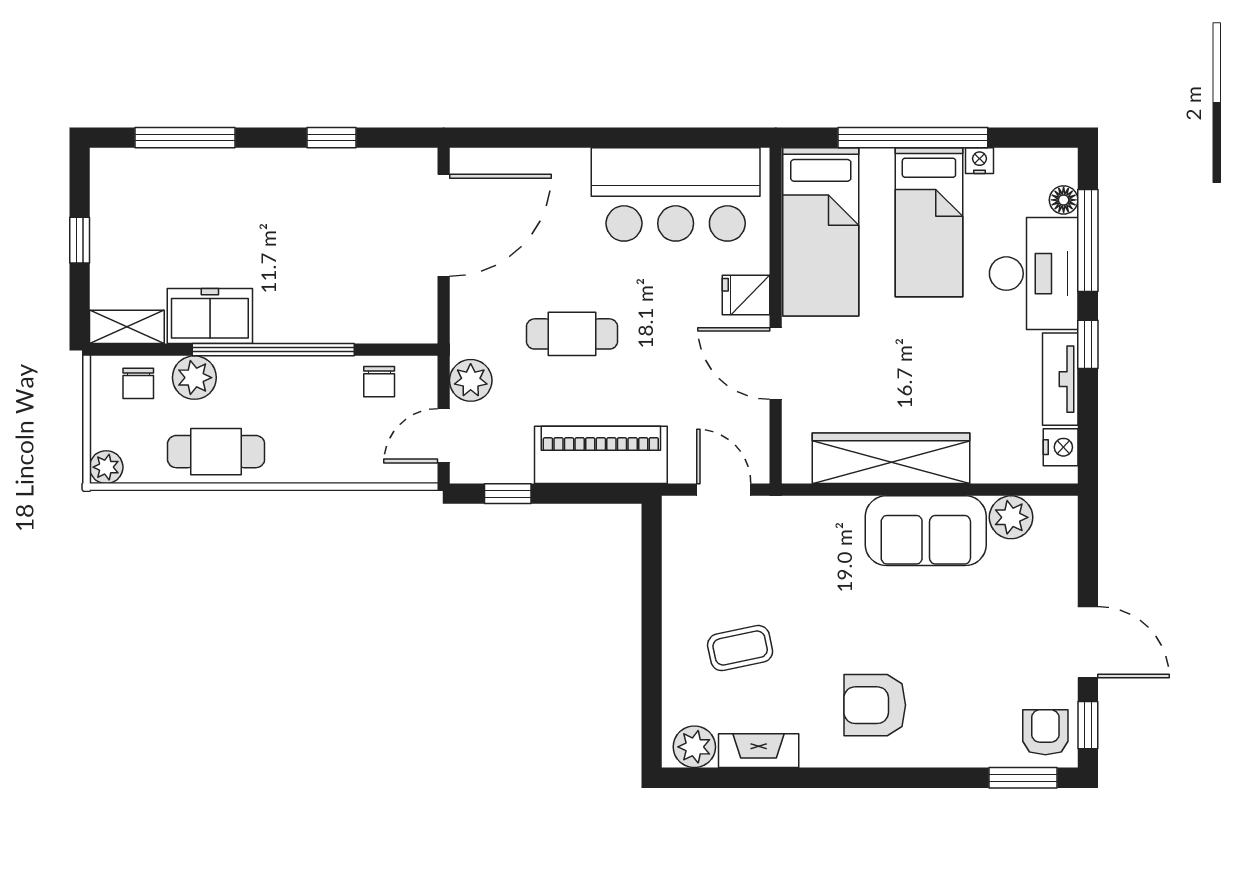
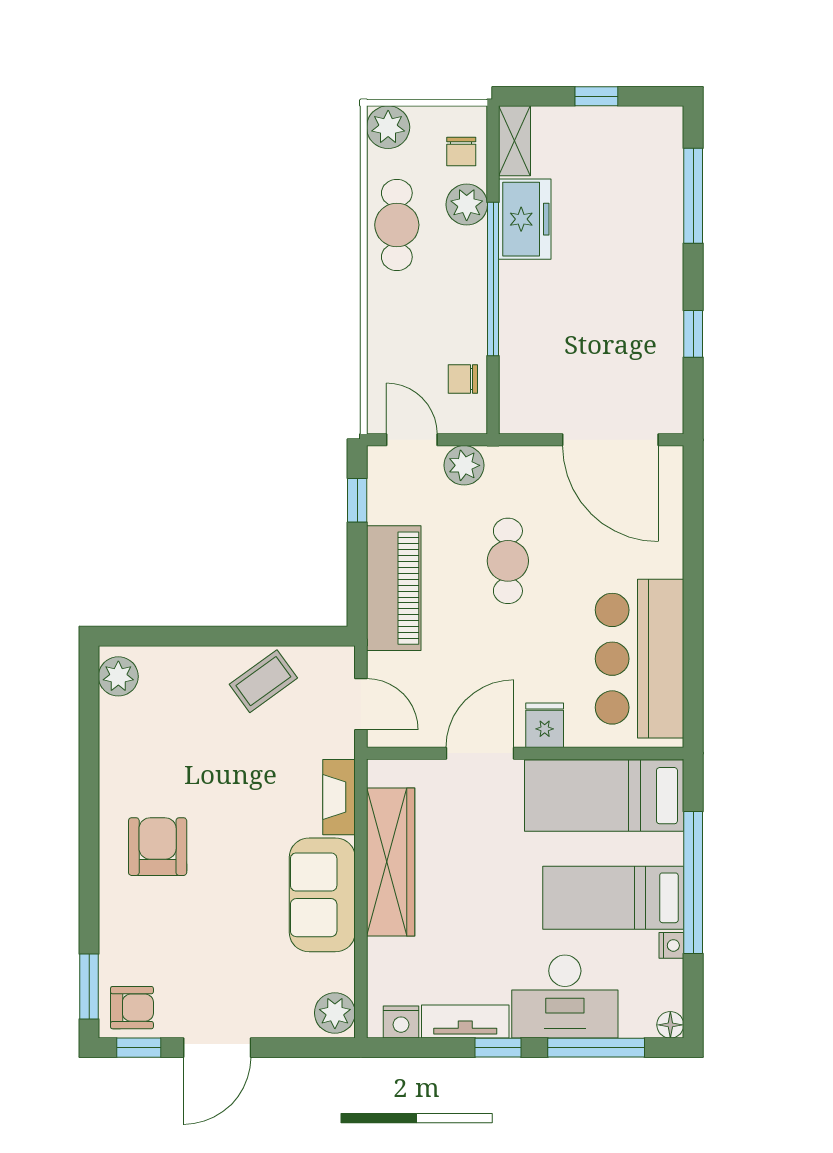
floor lamp: (1064, 200) -> (670, 1025), moved
chair: (138, 383) -> (461, 152), turned -90
plant: (106, 467) -> (388, 127), width x1.38, depth x1.38
door: (724, 490) -> (361, 704), hinge flipped
plant: (1011, 517) -> (335, 1013), moved
coffee table: (740, 648) -> (263, 681), moved, turned 66
fireplace: (759, 751) -> (339, 797), moved, turned 180

